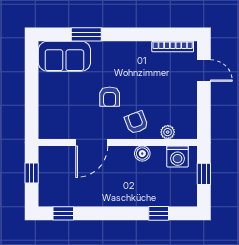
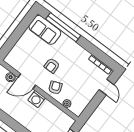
window: (86, 34) -> (63, 27), width x2.11
boiler: (142, 154) -> (11, 77), moved
washing machine: (178, 156) -> (37, 99), moved

